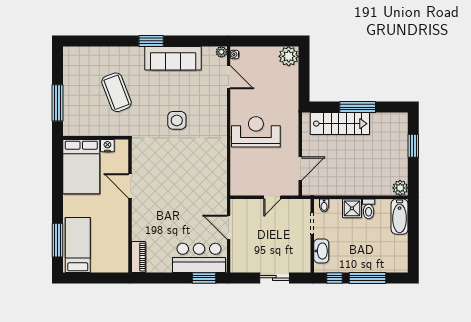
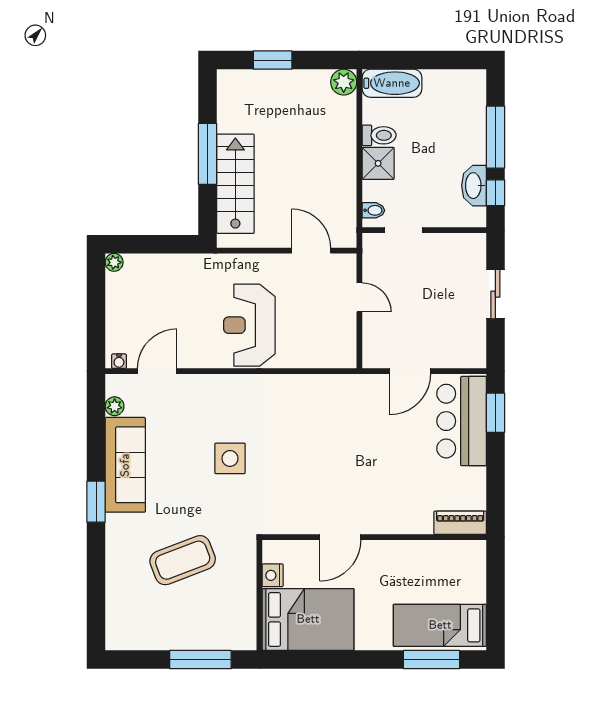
plant: (221, 52) -> (115, 406), moved
plant: (289, 56) -> (114, 262), width x0.53, depth x0.53
washbasin: (321, 251) -> (474, 186), moved, turned -90

